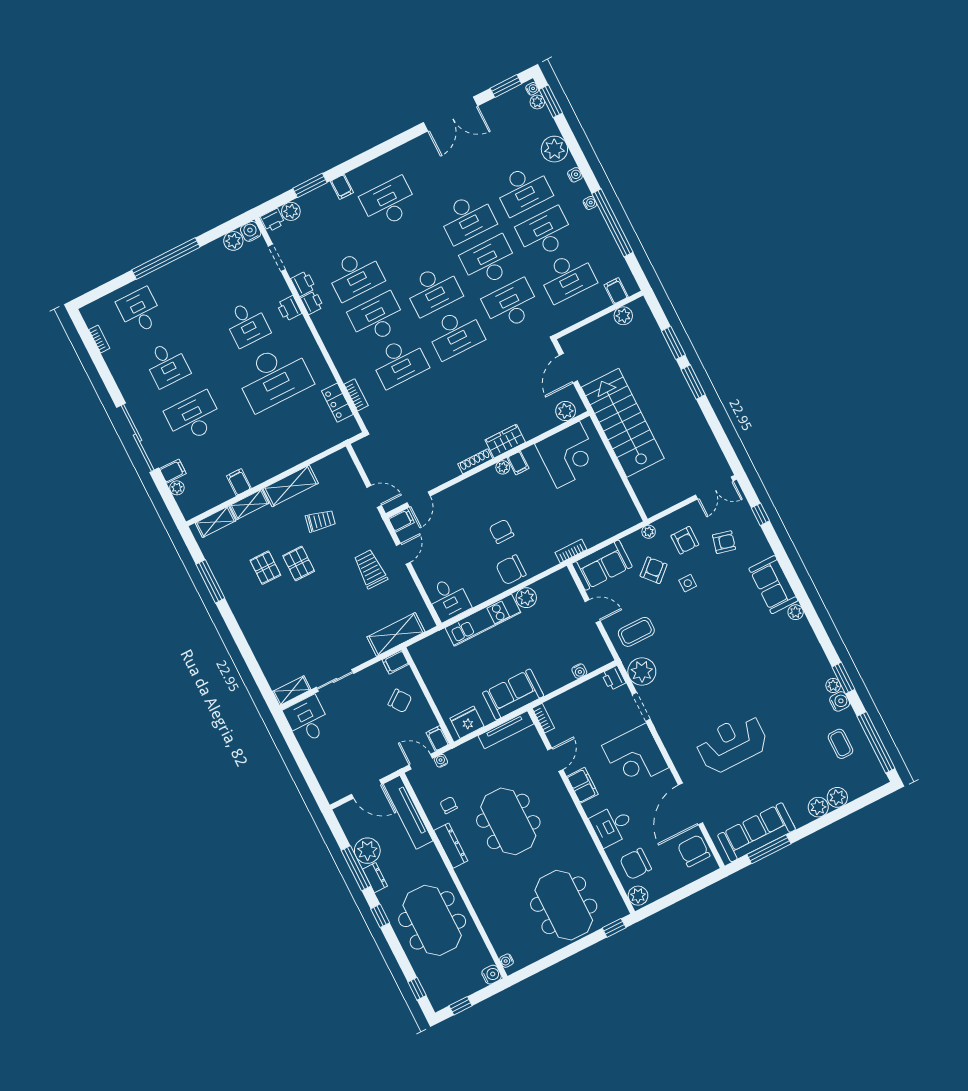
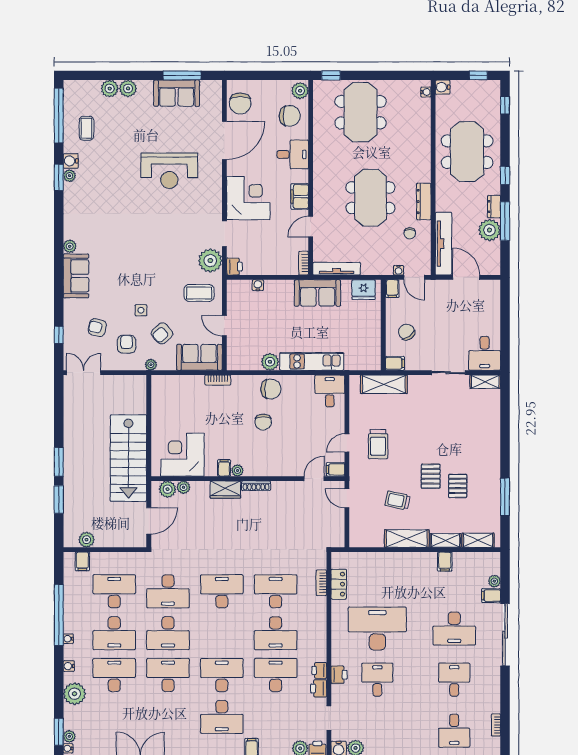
desk: (433, 290) -> (222, 675), moved
plant: (550, 421) -> (184, 487), added
sofa: (757, 832) -> (177, 93), width x0.73

